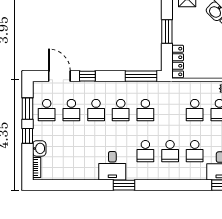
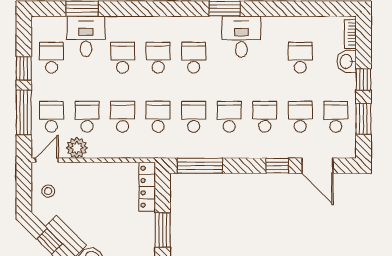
school desk: (170, 110) -> (158, 117), added
school desk: (71, 151) -> (300, 58), added

